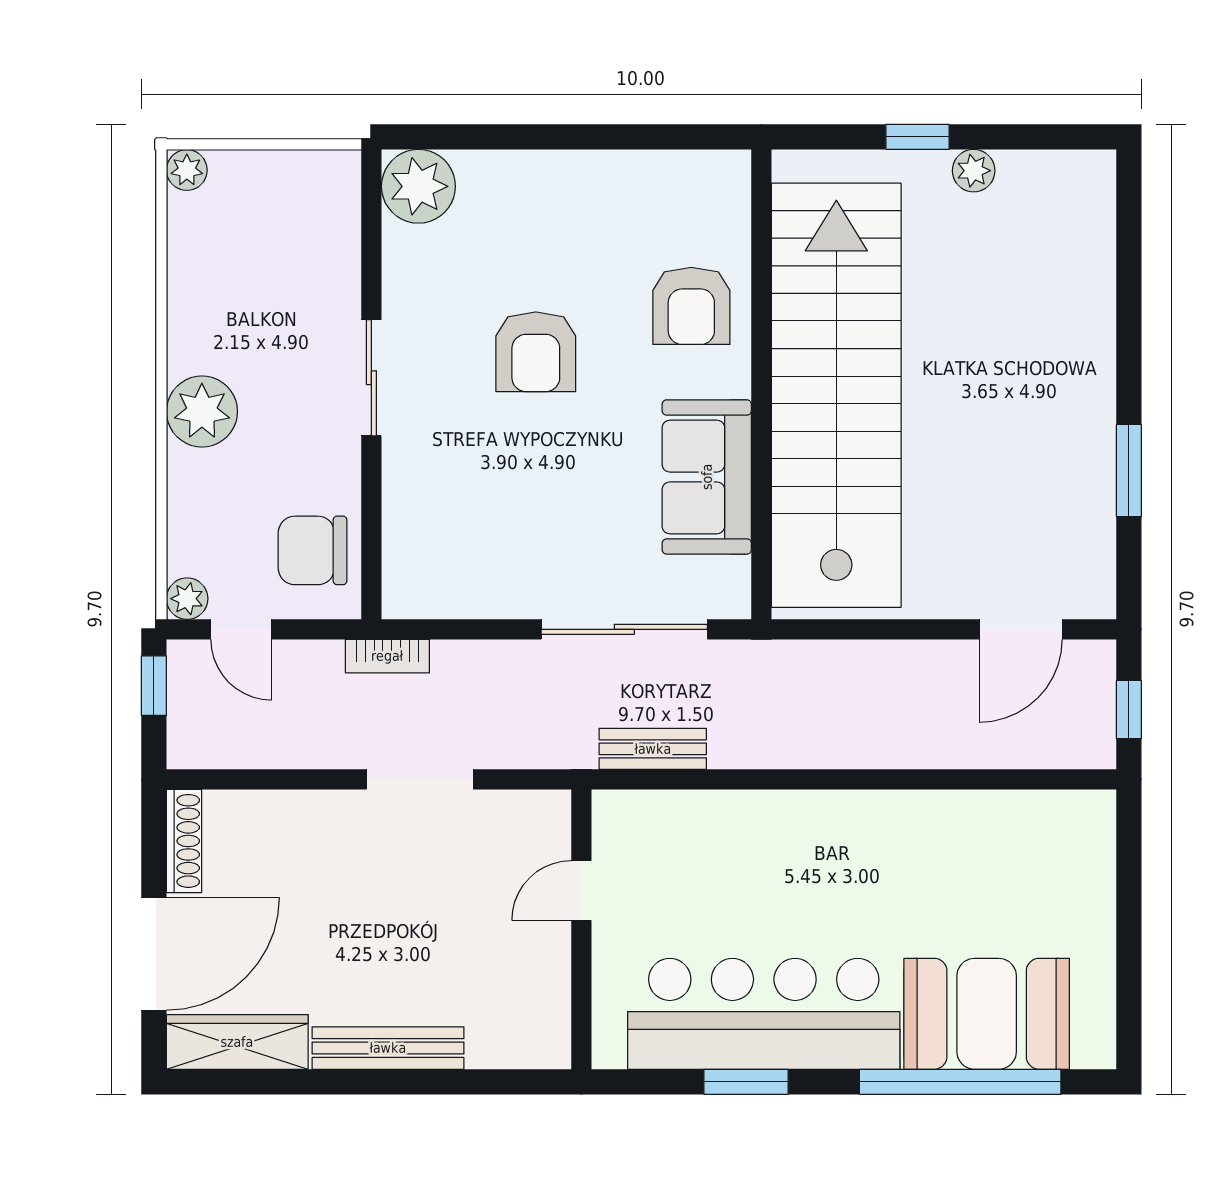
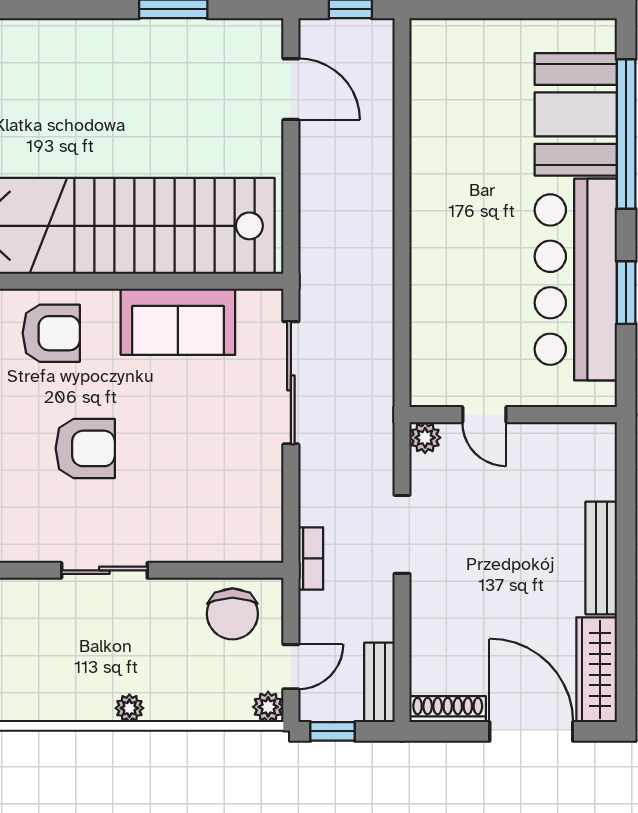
plant: (202, 411) -> (129, 708), width x0.53, depth x0.53
bench: (653, 749) -> (379, 682), moved
plant: (550, 810) -> (425, 438), added

